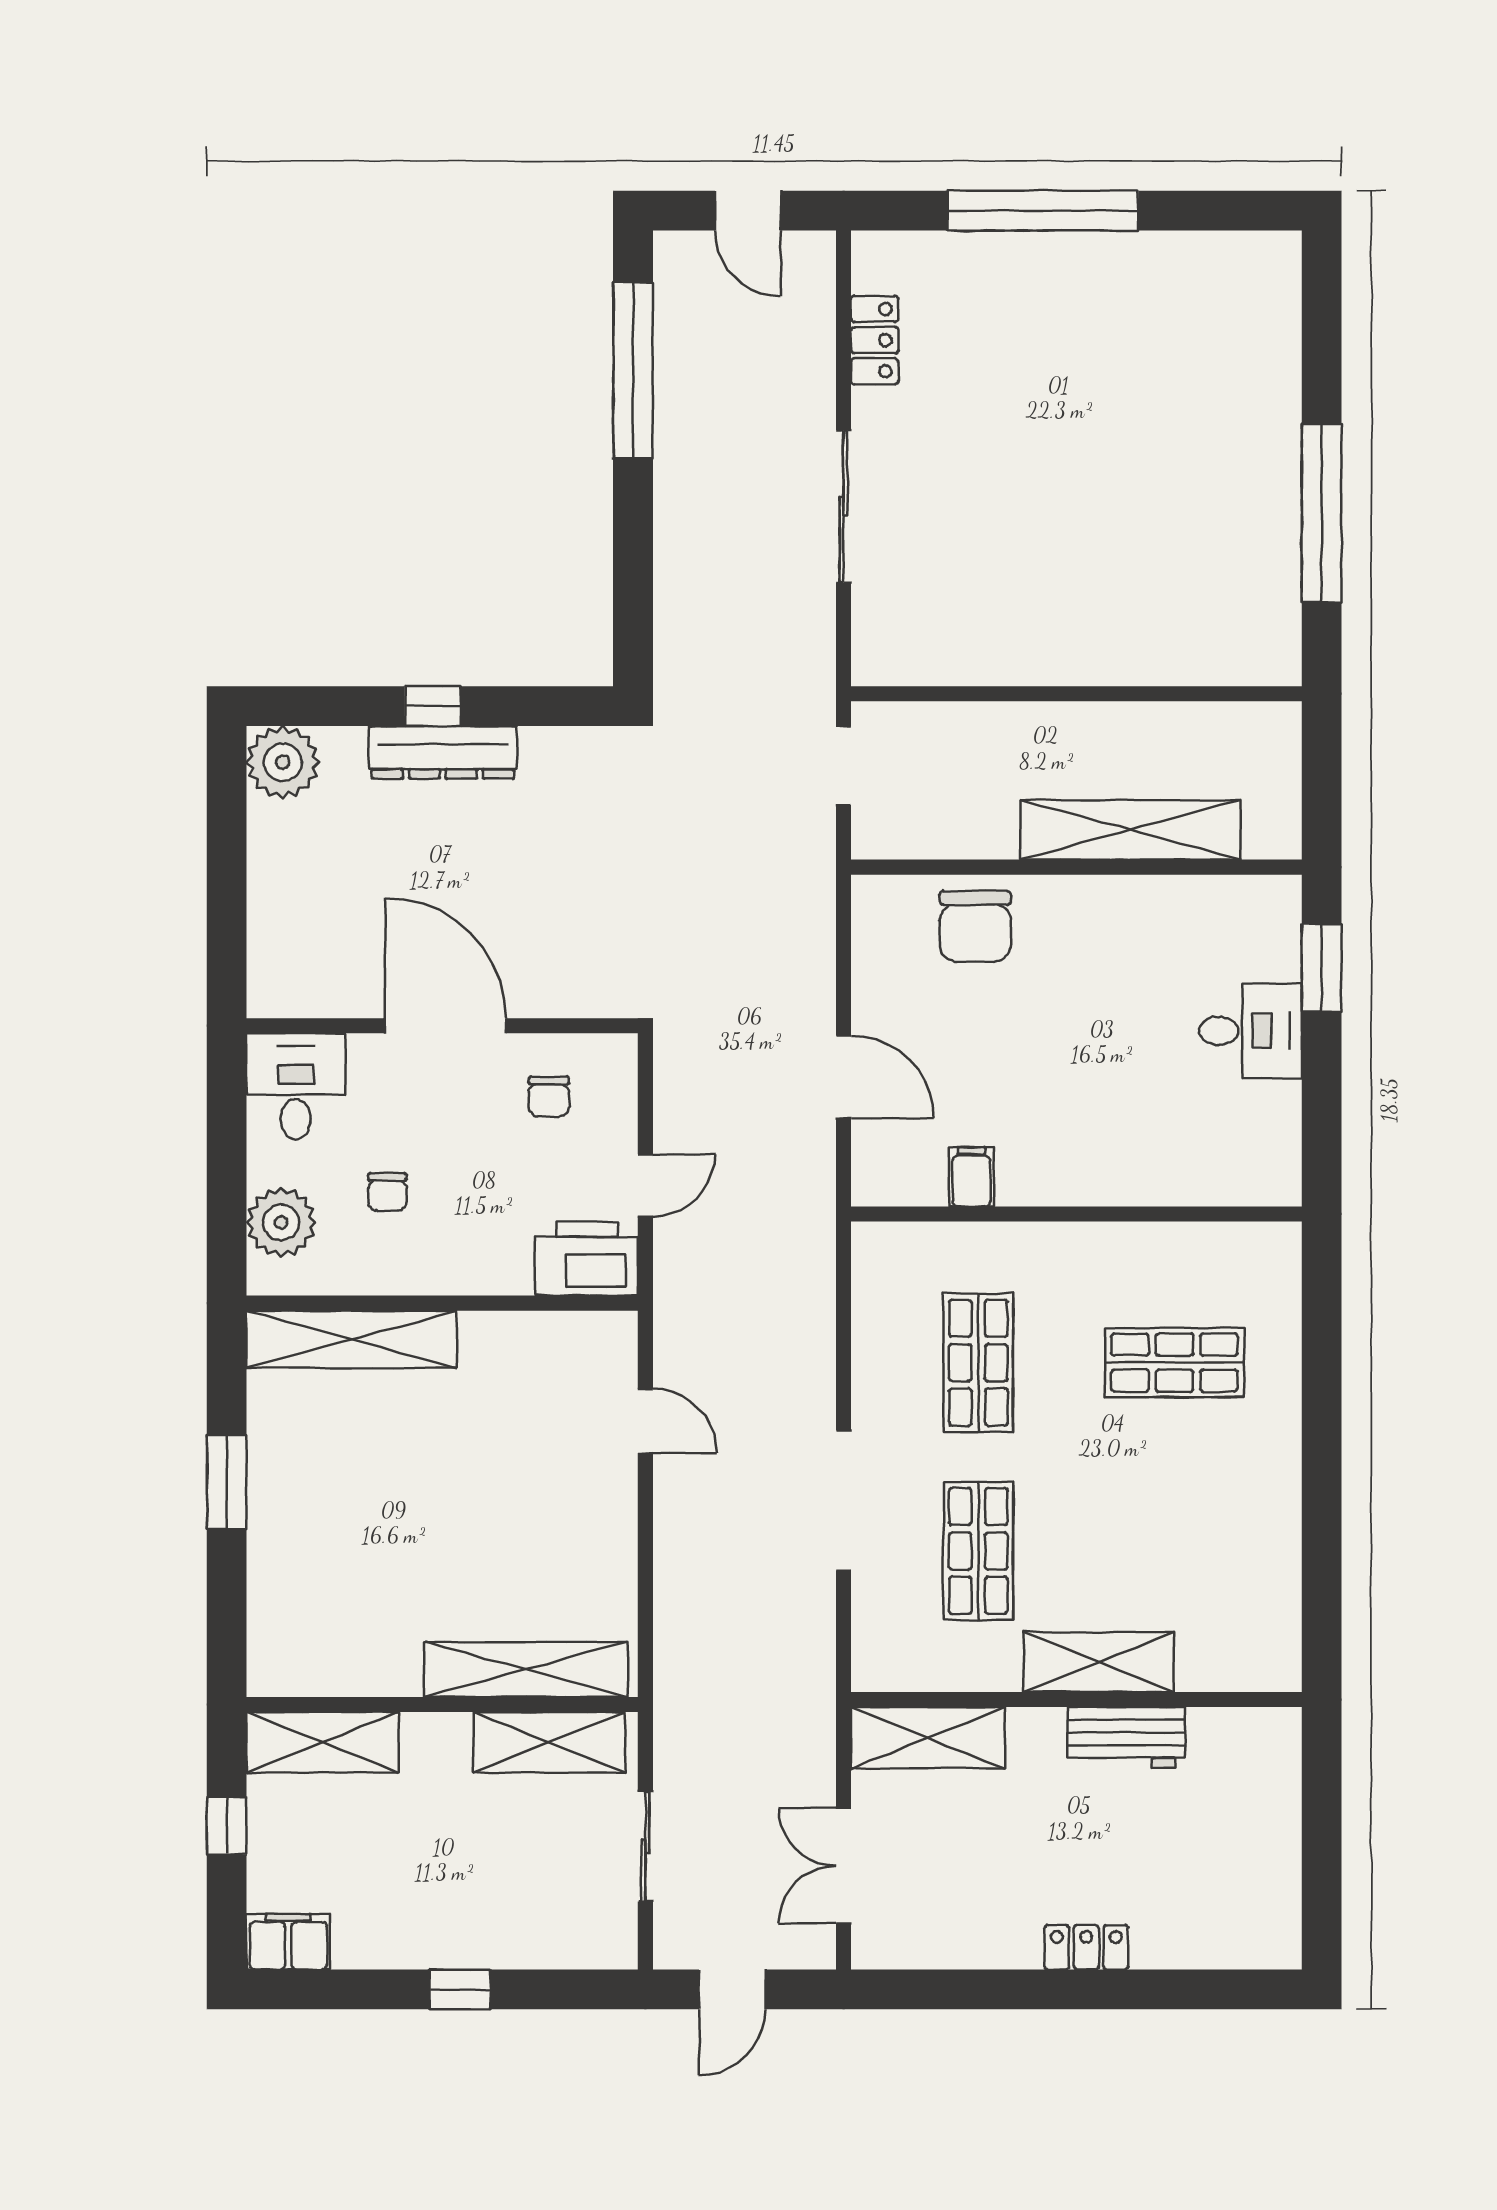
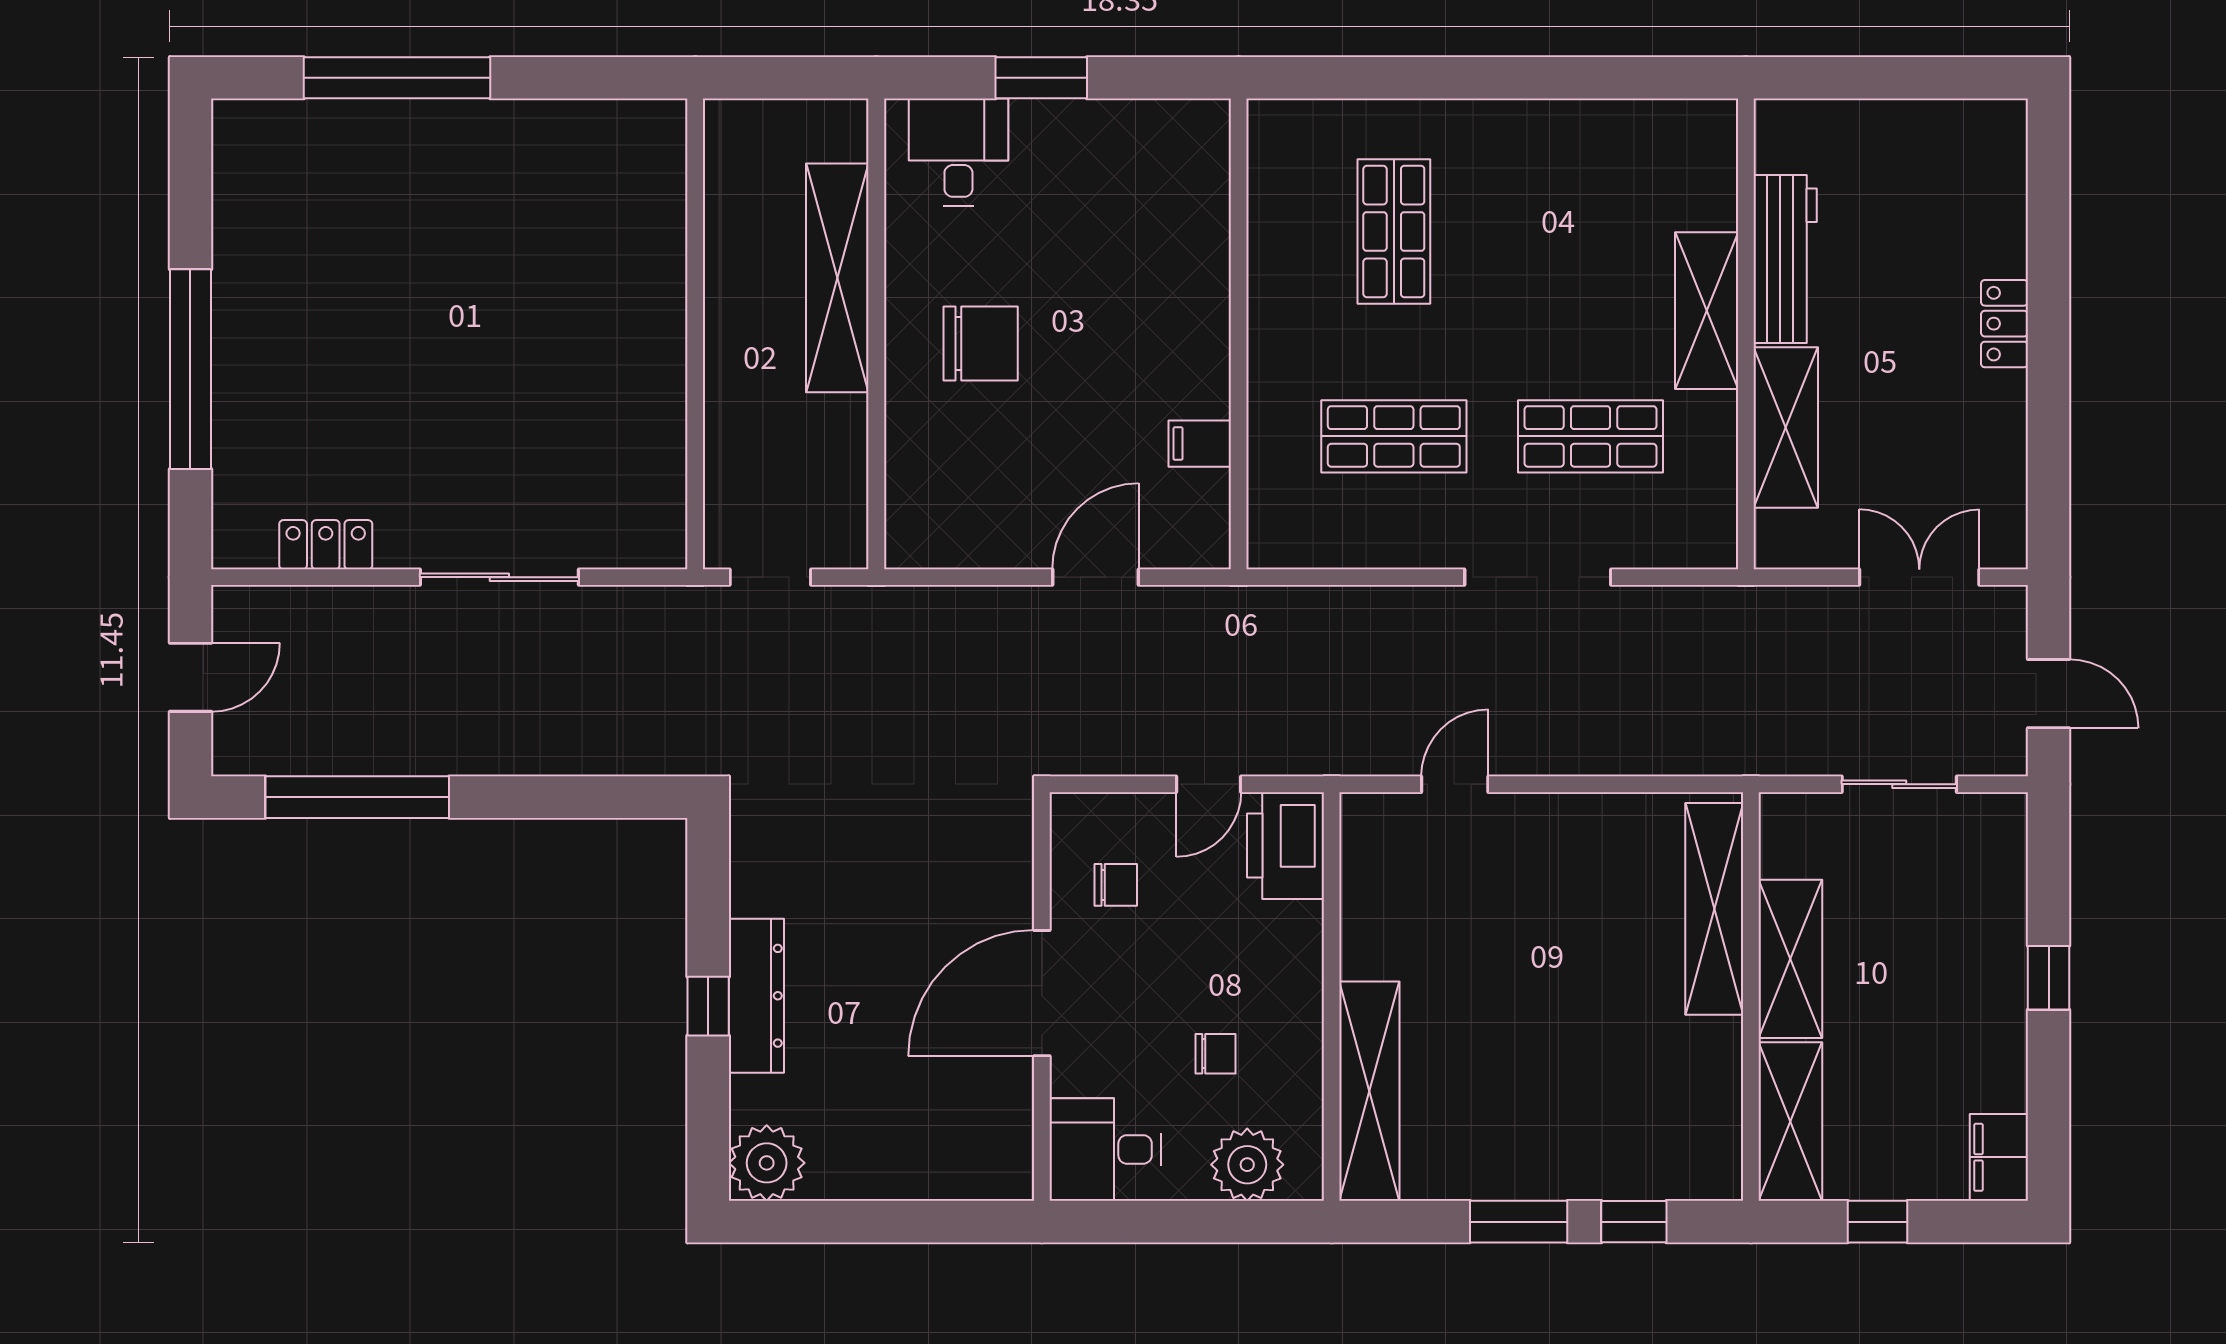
window: (1322, 513) -> (397, 78), moved
chair: (975, 926) -> (981, 344), moved
window: (1322, 967) -> (1041, 78), moved
desk: (1251, 1031) -> (958, 152), moved
door: (645, 1185) -> (1209, 784), swing flipped
window: (227, 1592) -> (1634, 1222), added
workbench: (1126, 1737) -> (1785, 259), width x1.38
shelving: (928, 1738) -> (1786, 428), moved
shelving: (549, 1742) -> (1790, 959), moved
double door: (844, 1866) -> (1919, 577), swing flipped

